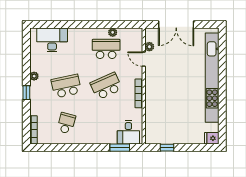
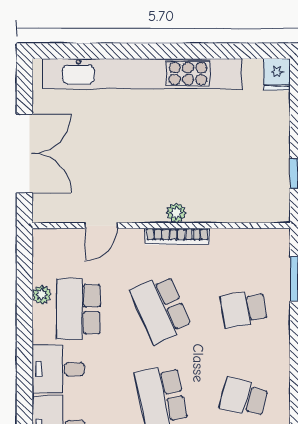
plant: (149, 47) -> (176, 213), moved
school desk: (106, 123) -> (244, 309), added
desk: (128, 132) -> (58, 369), moved, turned 180

